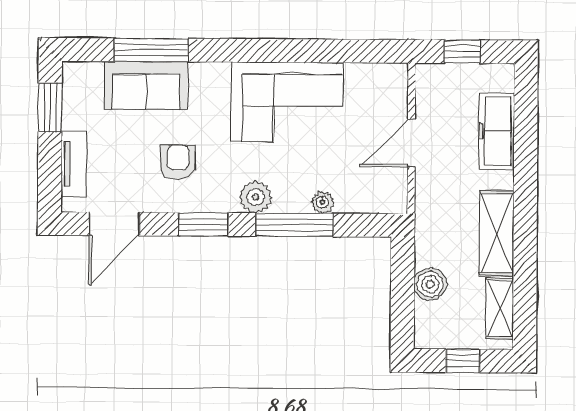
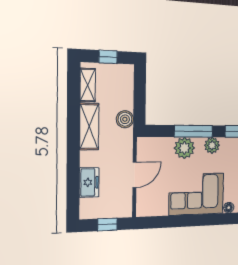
floor lamp: (218, 73) -> (229, 208), added
freezer: (496, 131) -> (89, 182), width x0.71
plant: (323, 202) -> (184, 148), width x1.87, depth x1.87
boiler: (430, 284) -> (125, 119), moved

